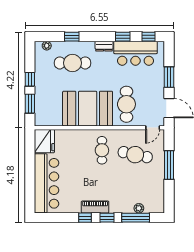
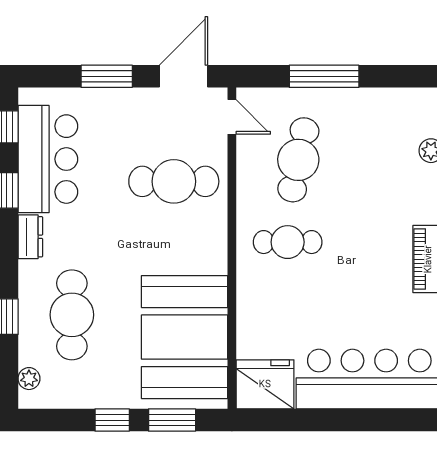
booth: (88, 109) -> (185, 337), moved

